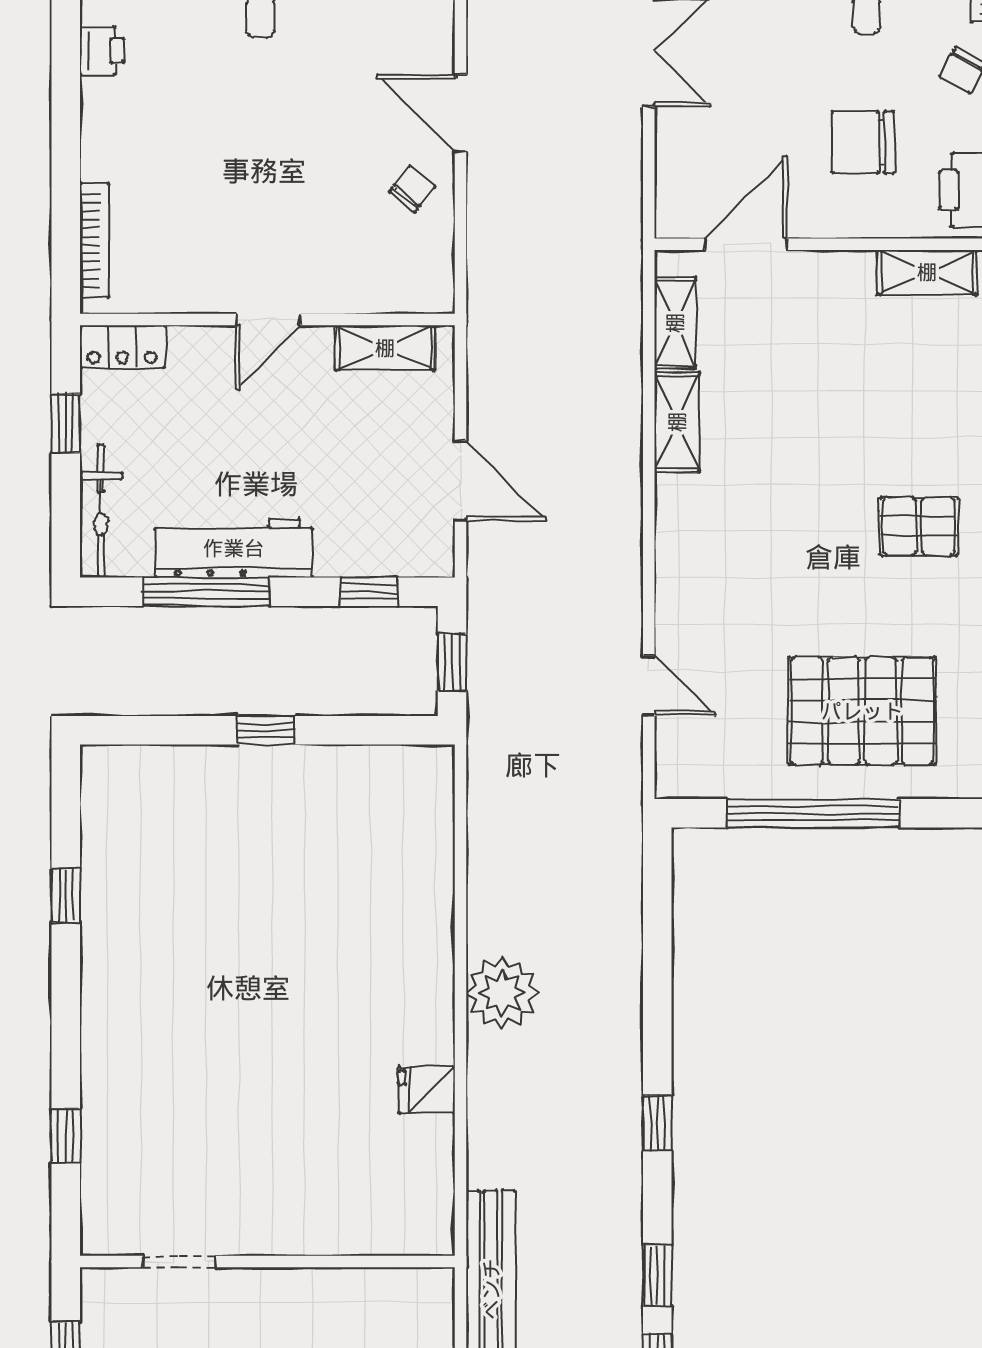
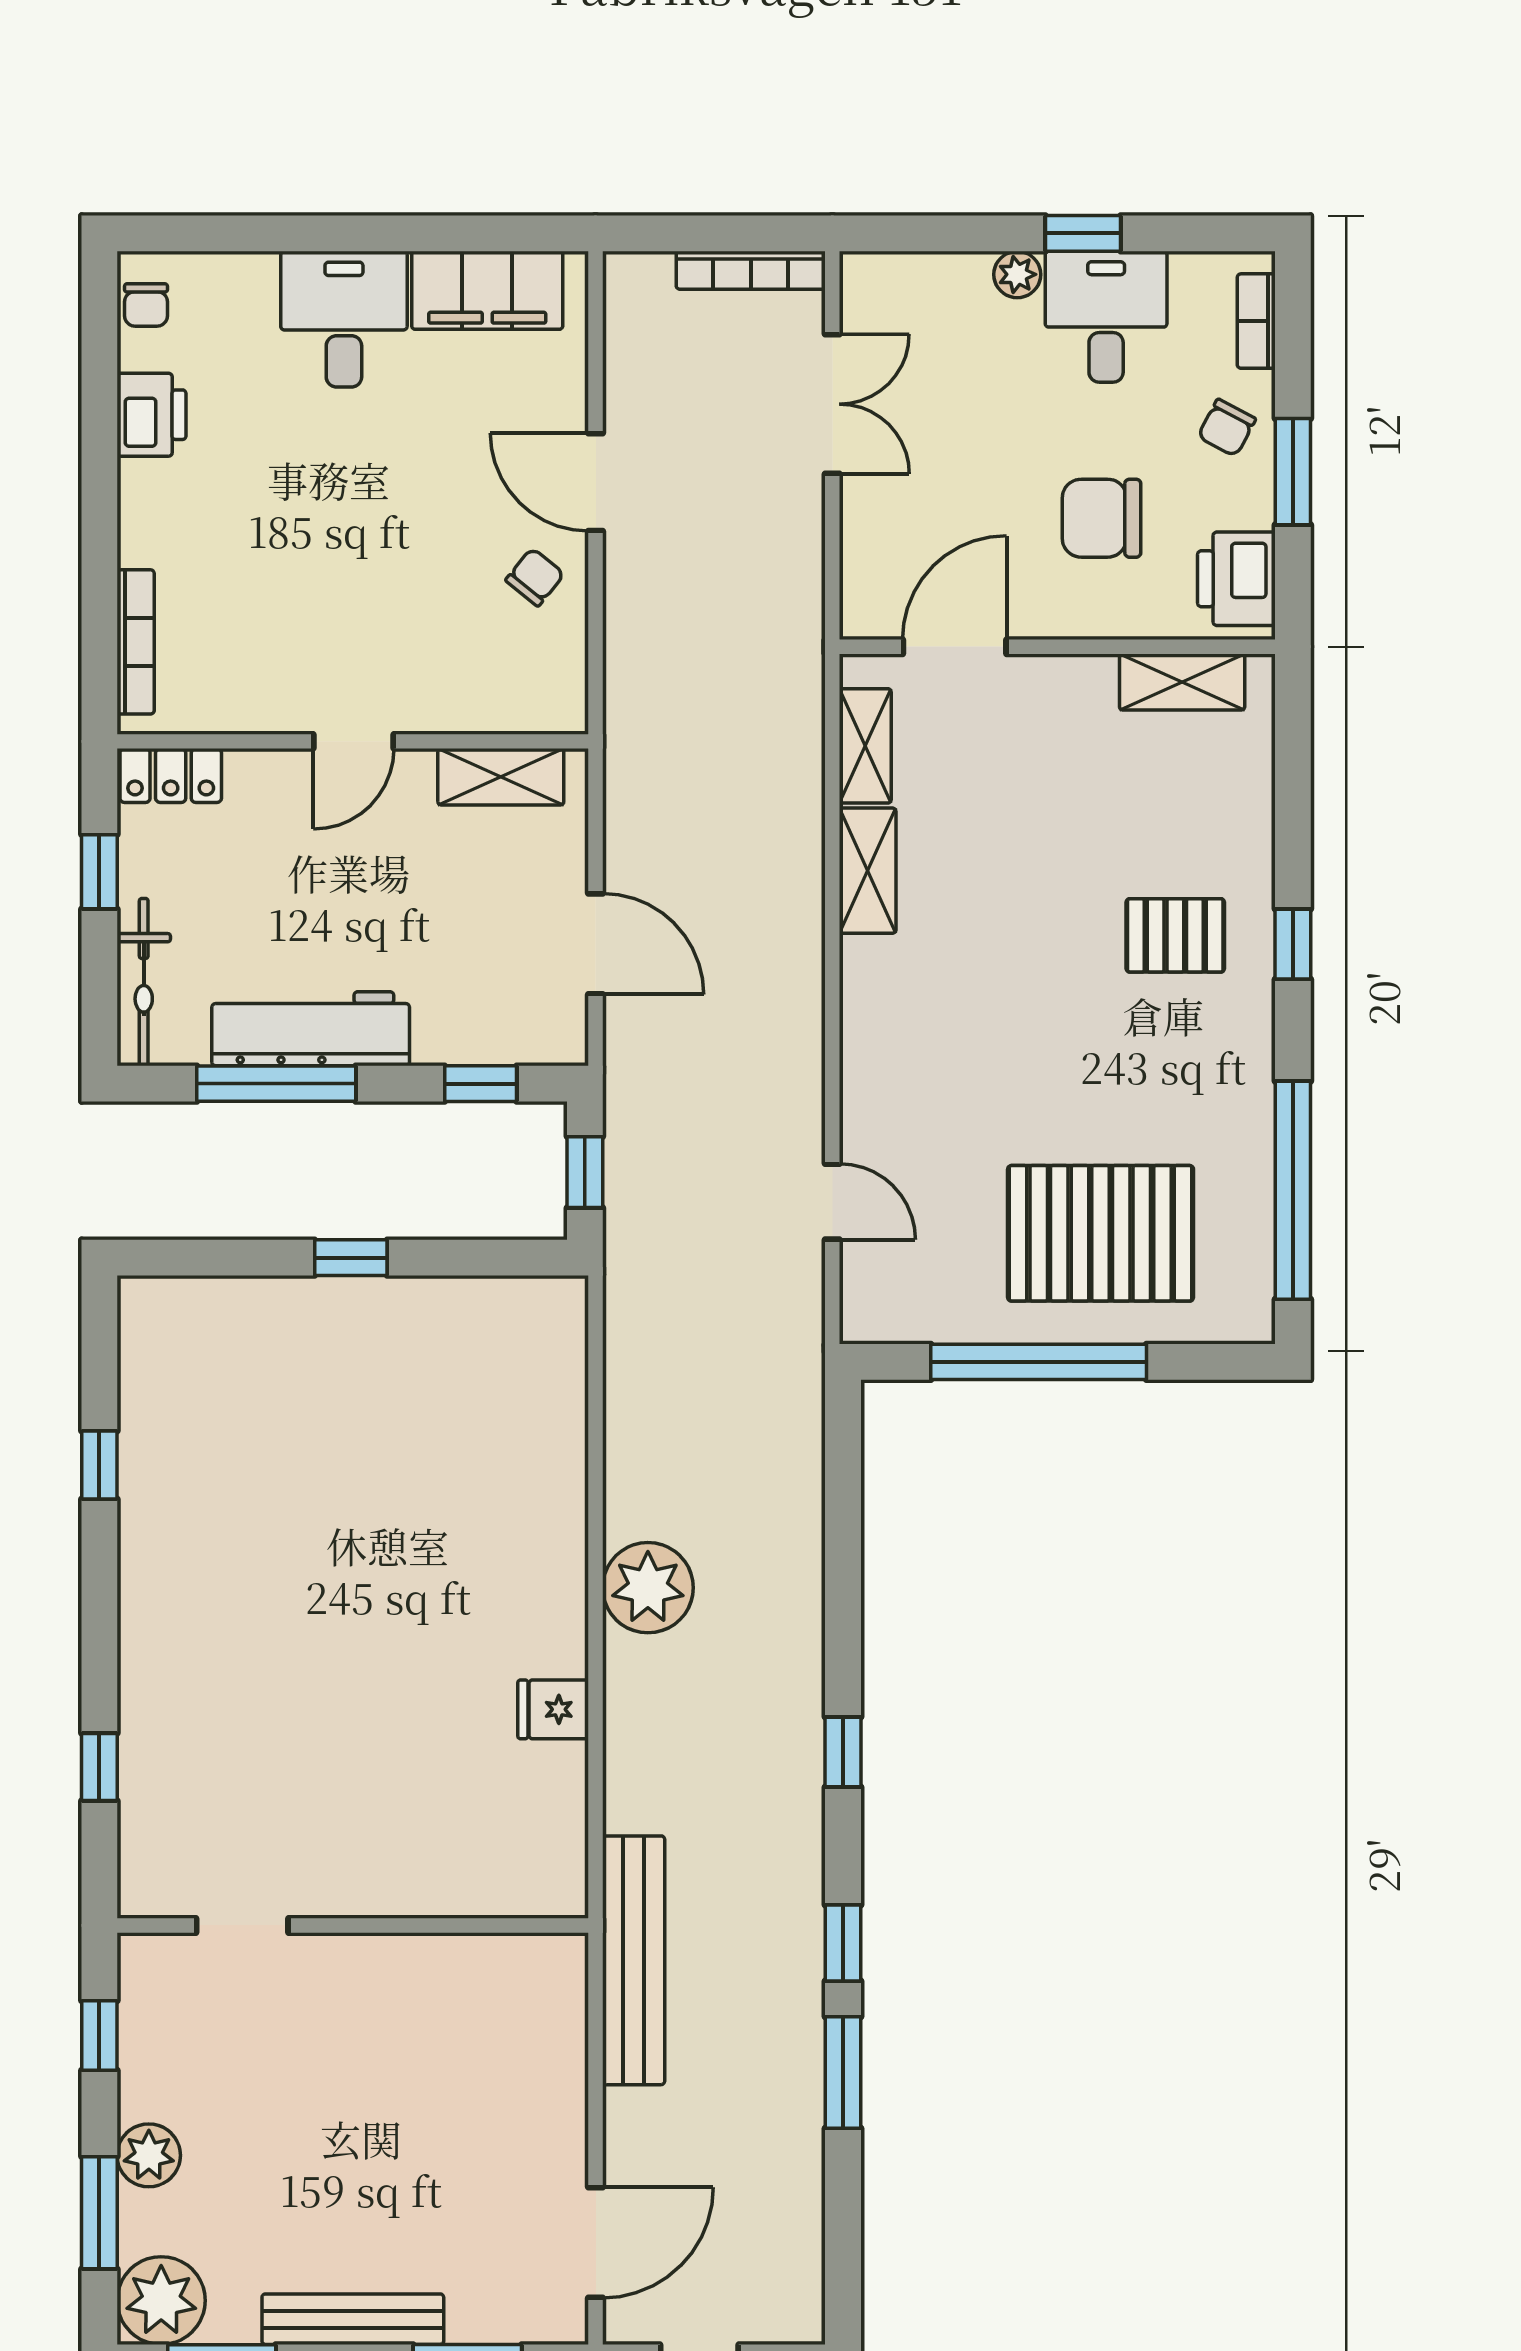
printer: (102, 51) -> (152, 415), width x1.36, depth x1.24
pallet: (919, 526) -> (1175, 935), moved

